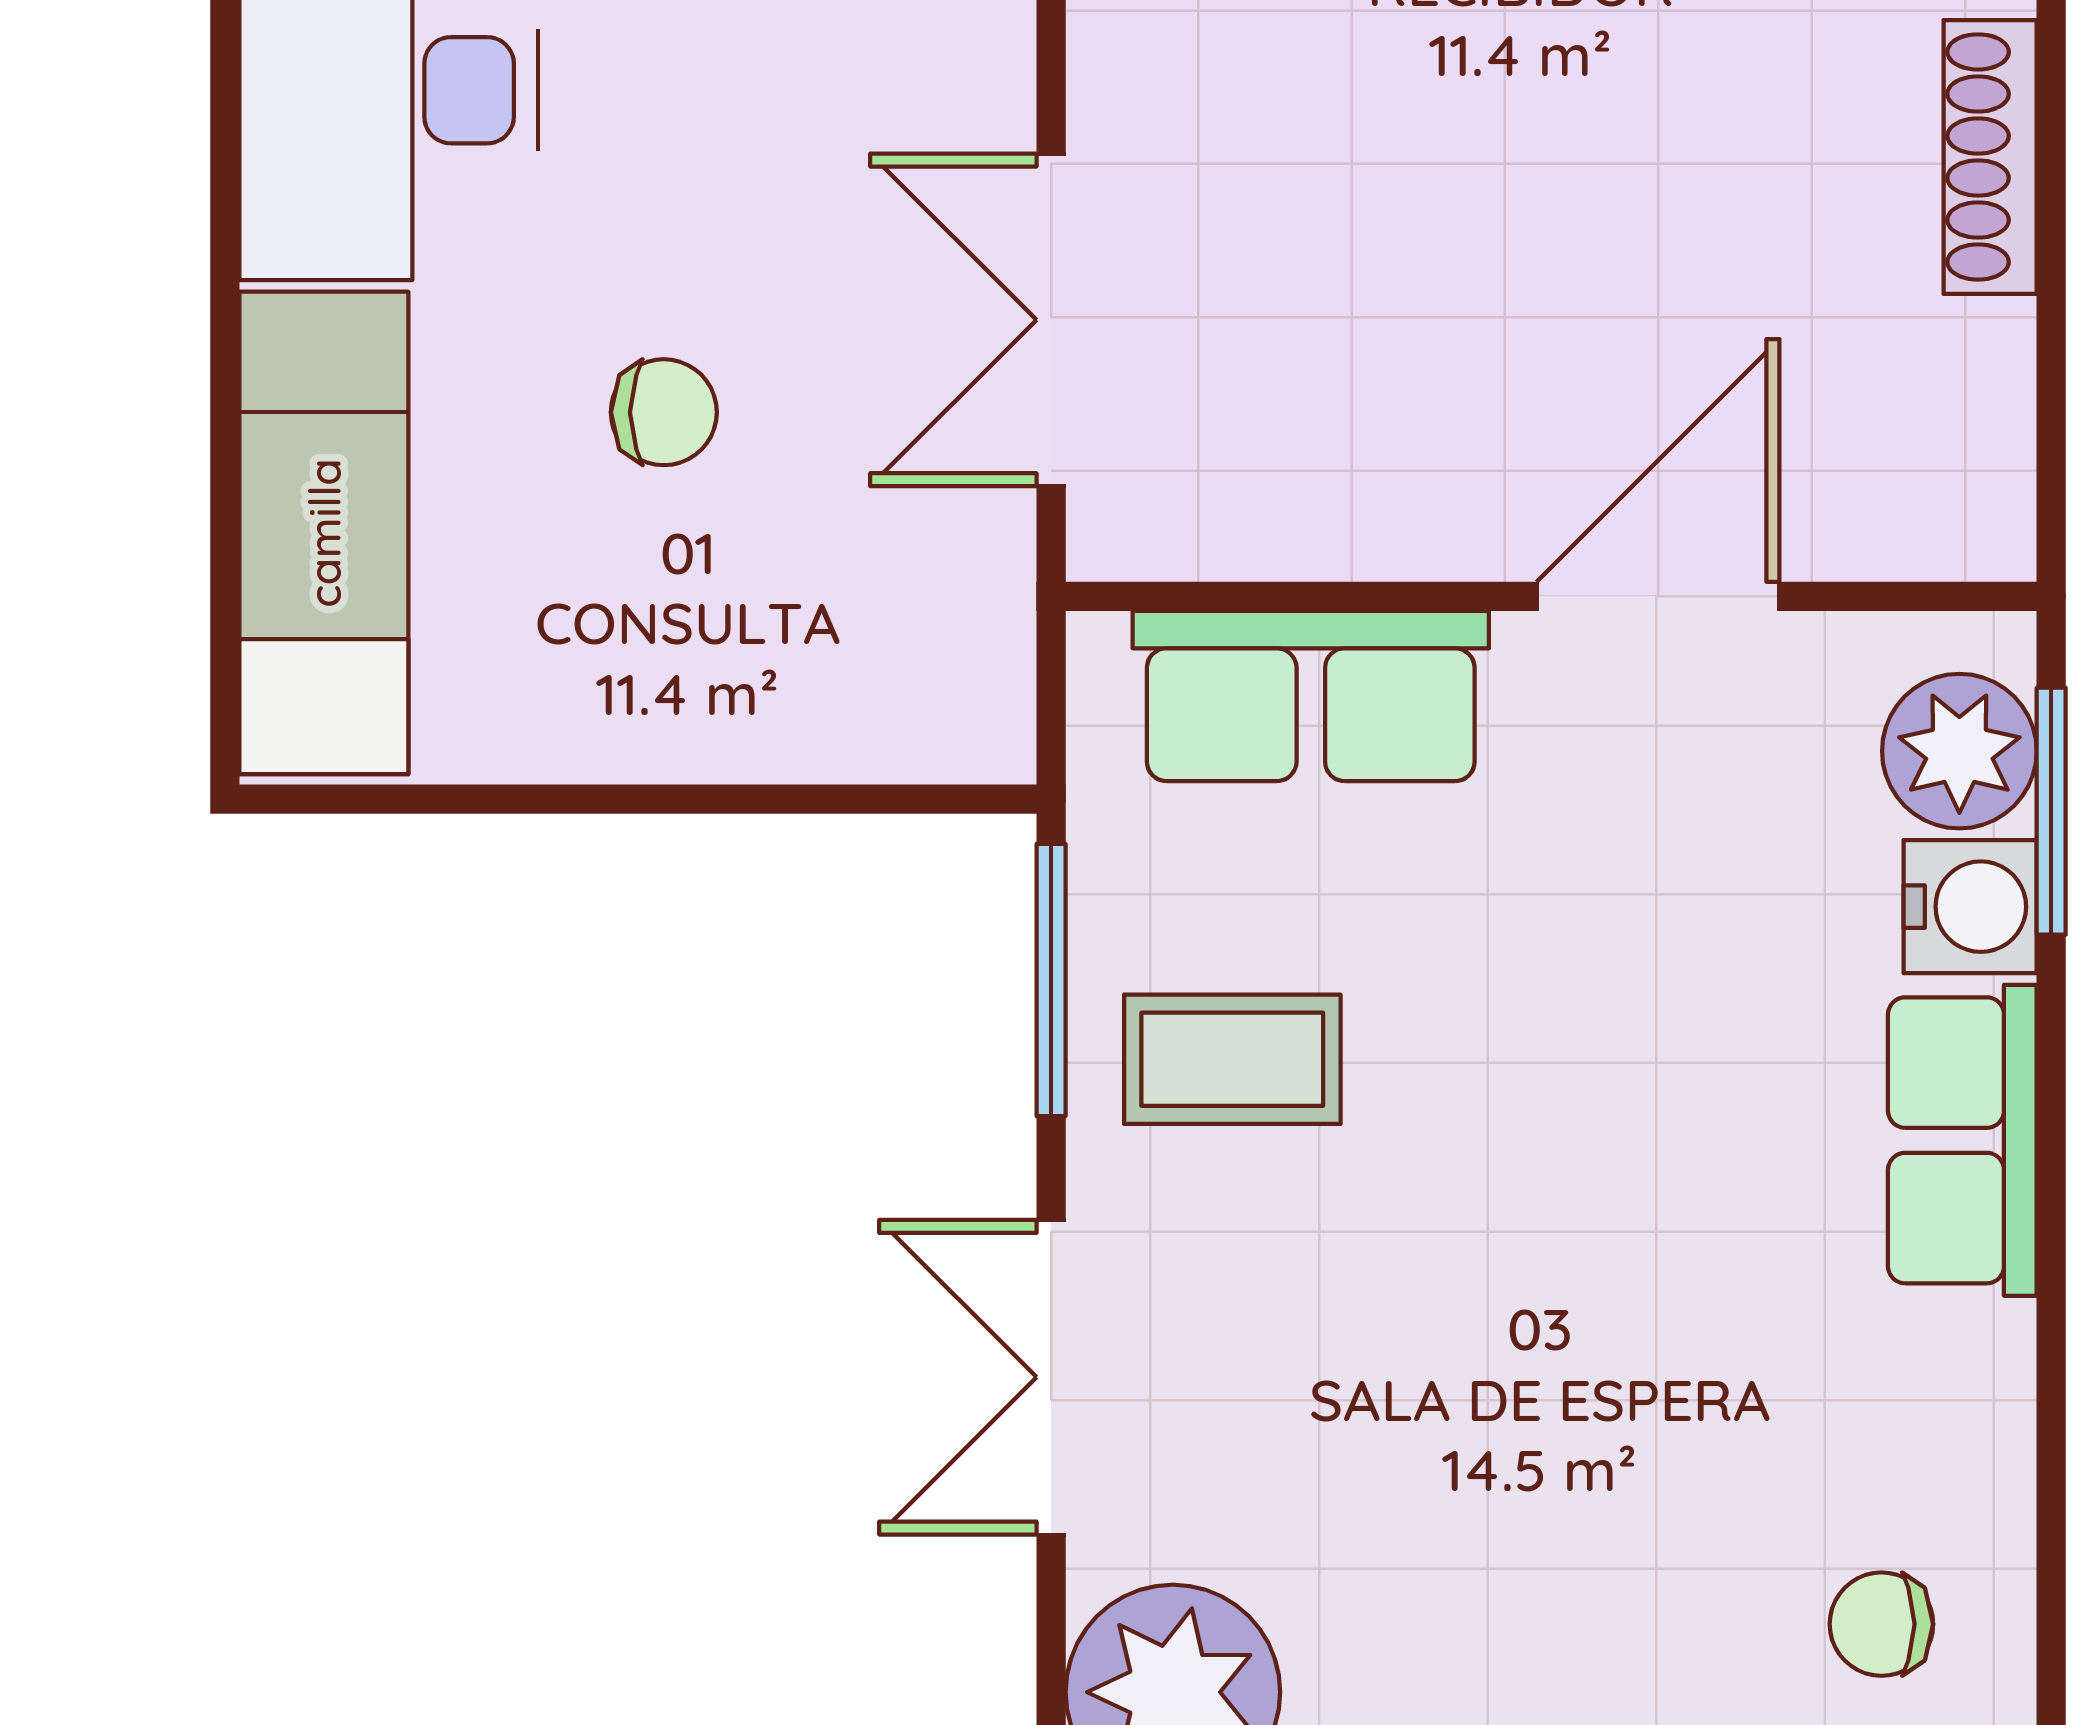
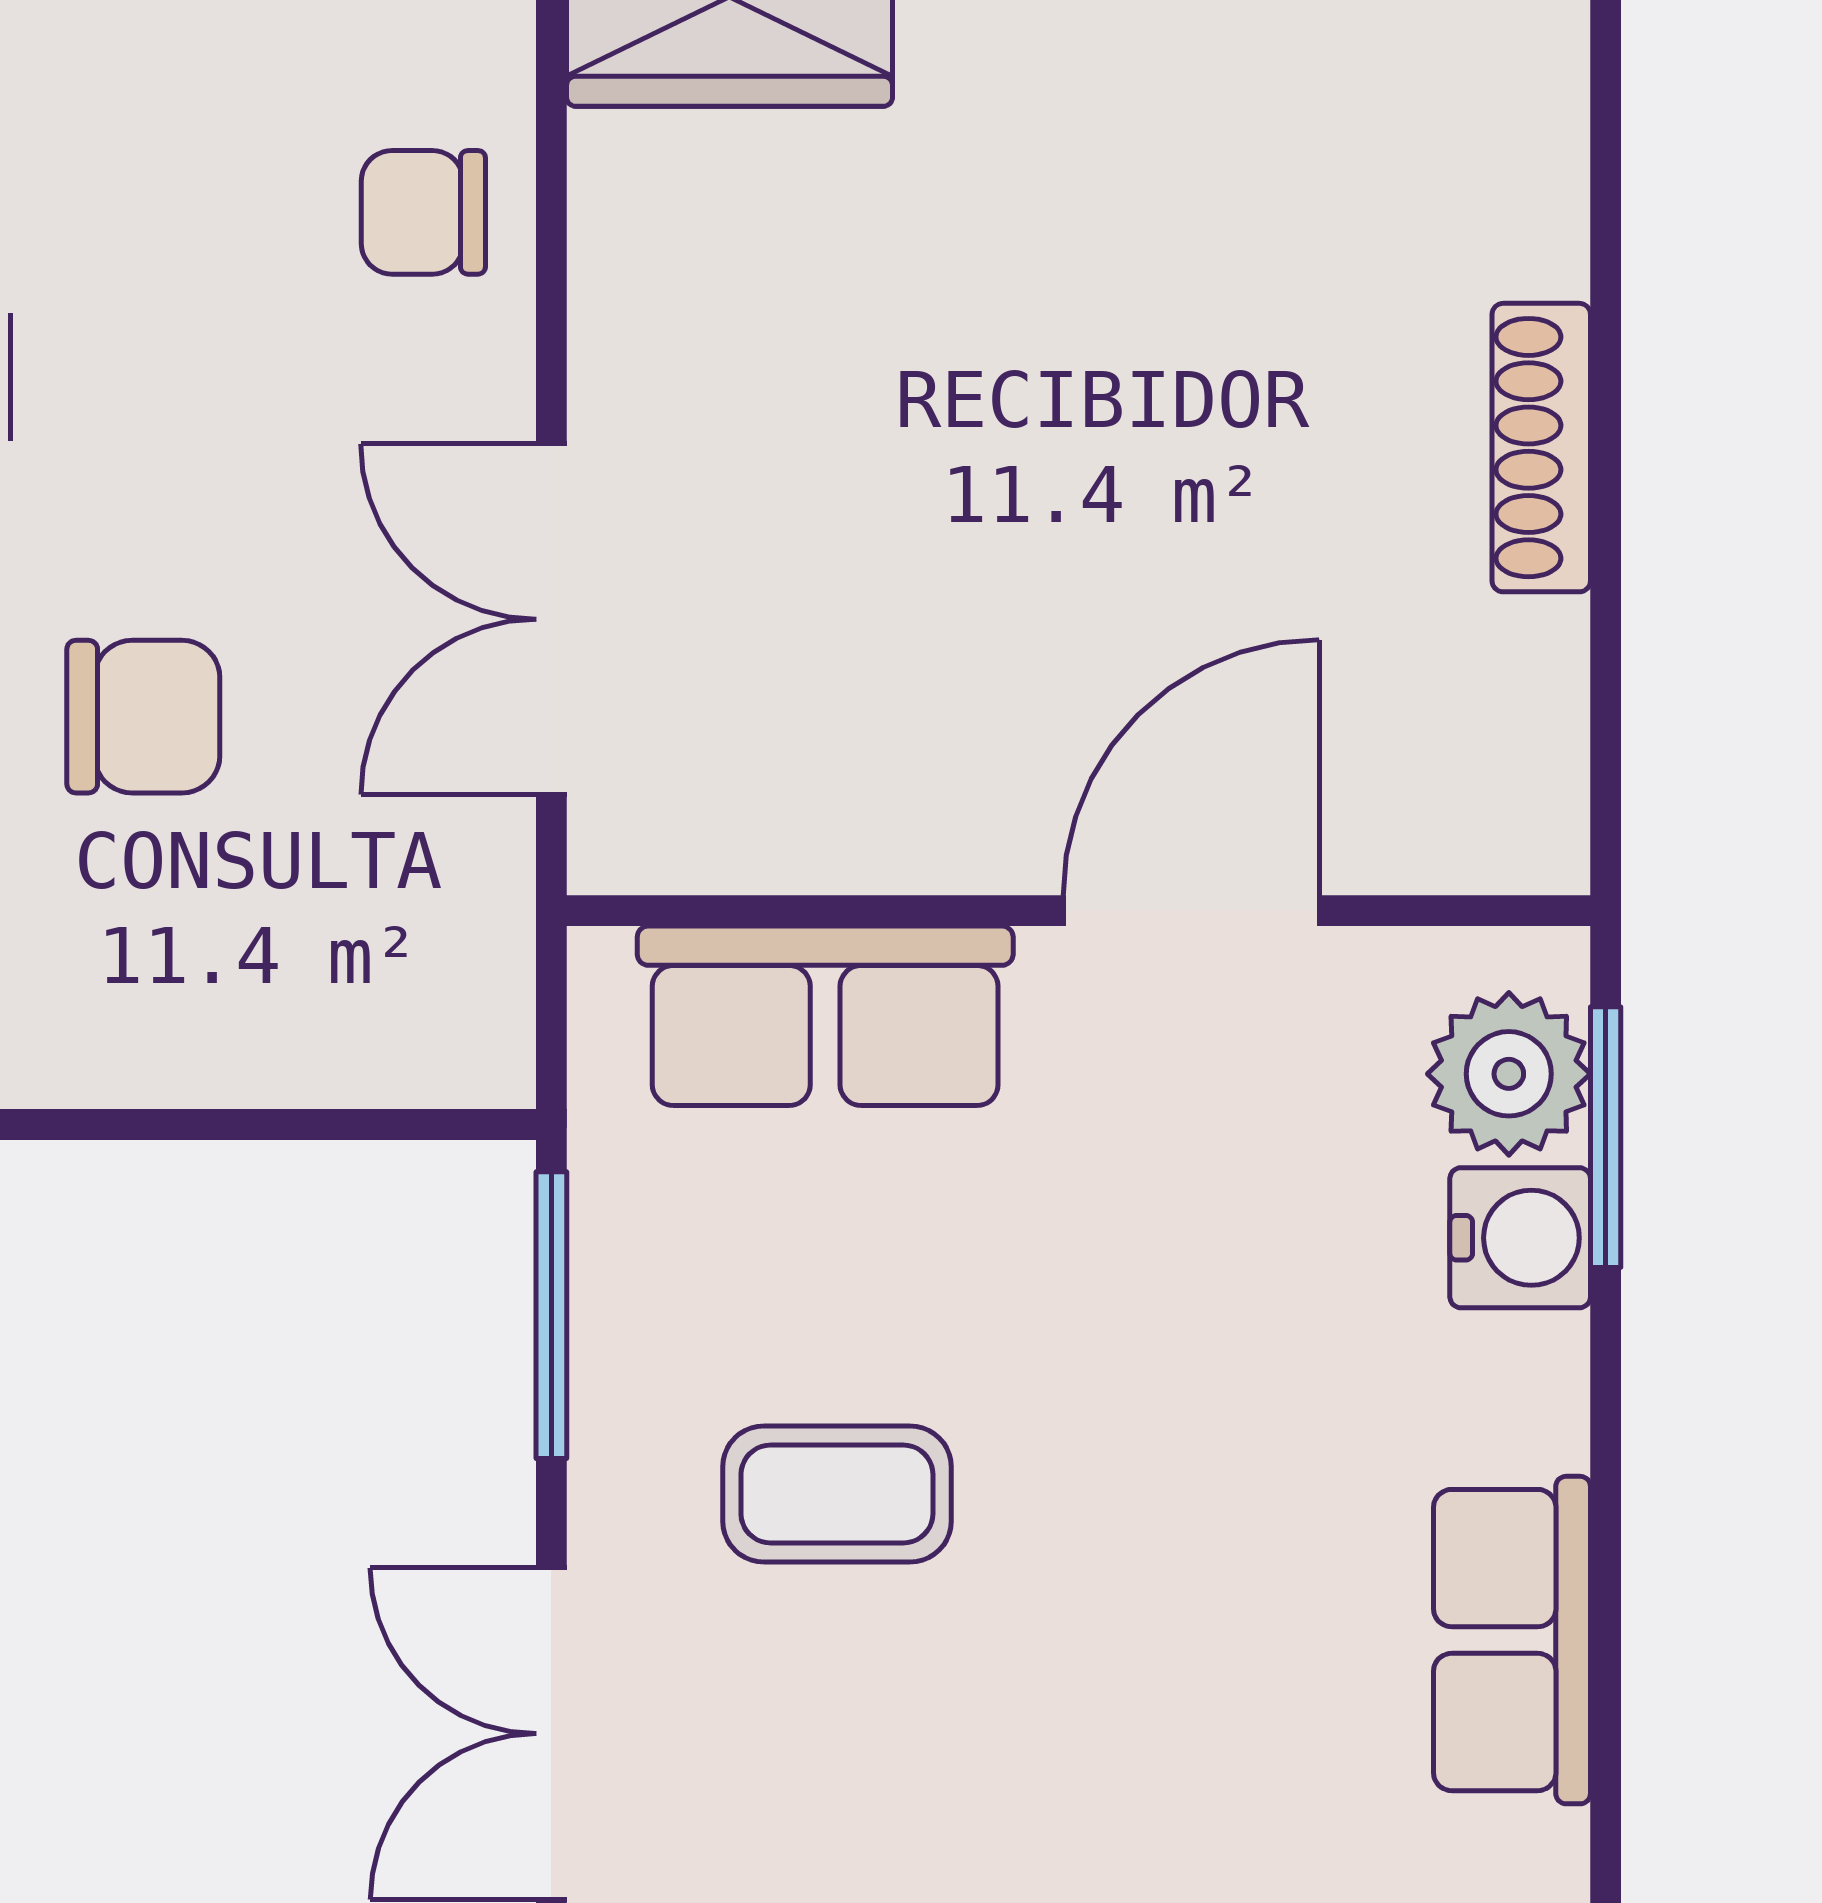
chair: (664, 412) -> (143, 717), width x1.37, depth x1.37
coffee table: (1232, 1059) -> (837, 1494), moved
row of seats: (1962, 1140) -> (1512, 1640), moved

